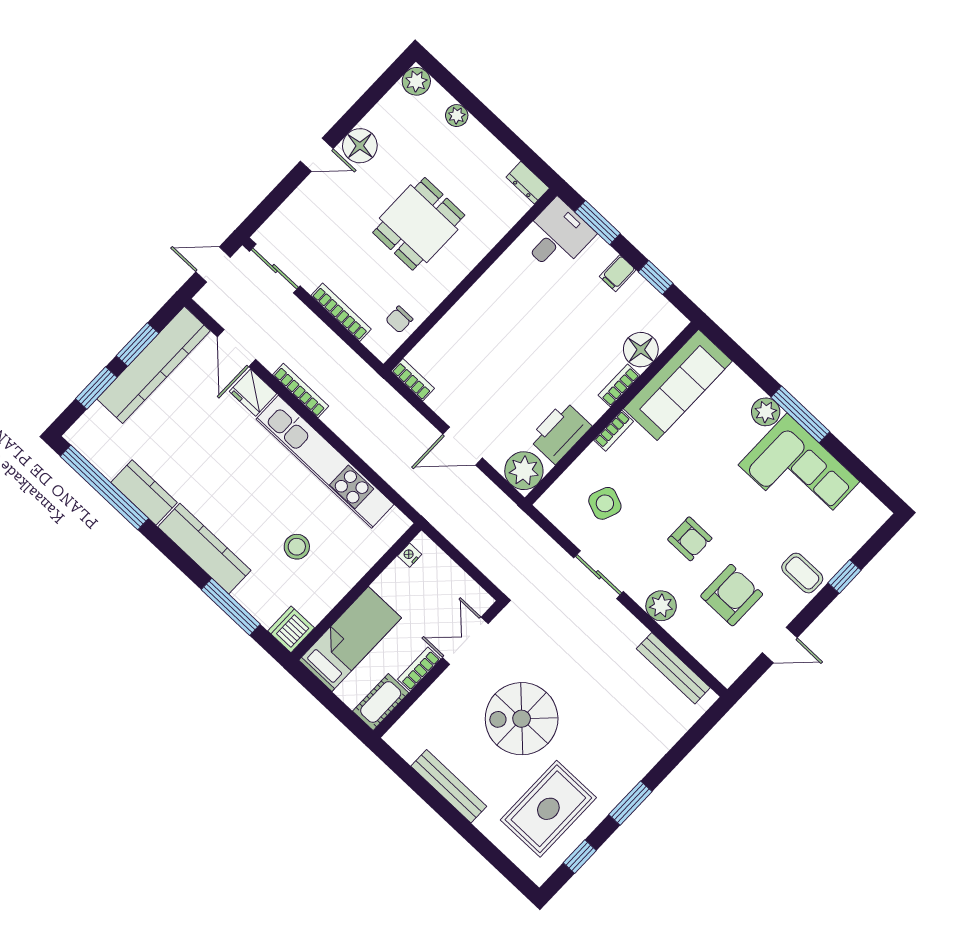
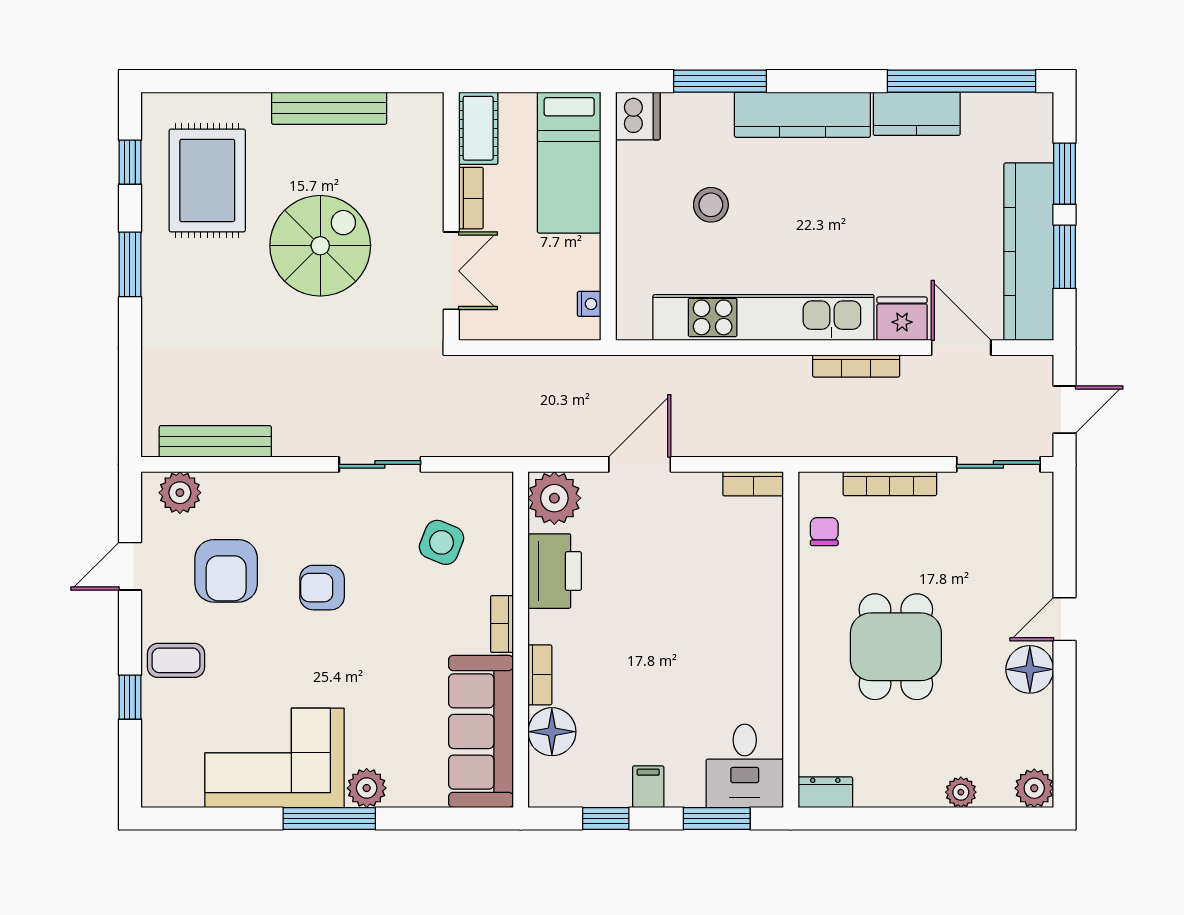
plant: (661, 606) -> (180, 493), moved

